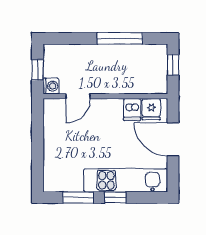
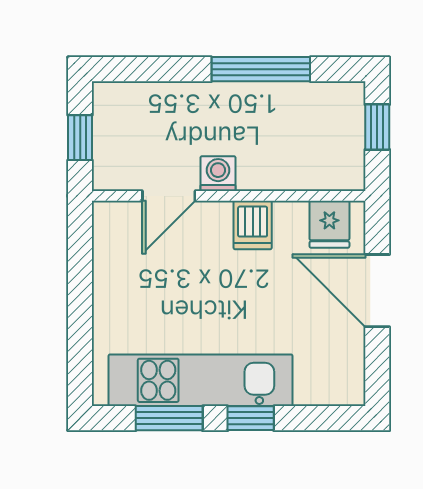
washing machine: (51, 86) -> (218, 174), moved, turned -90
dishwasher: (132, 110) -> (253, 225), moved
kitchen unit: (126, 180) -> (201, 380), moved

